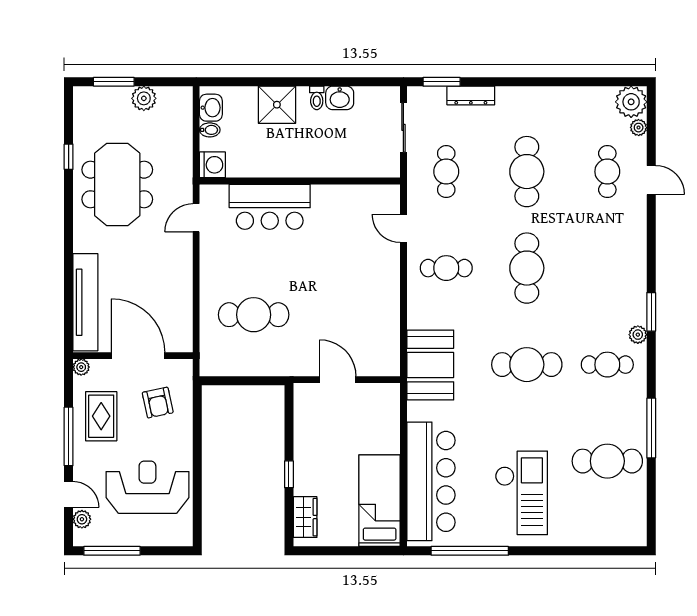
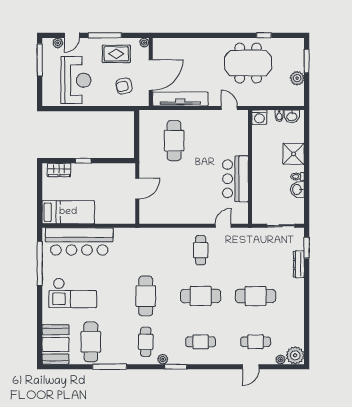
cafe table: (446, 172) -> (201, 342), moved
bar counter: (270, 207) -> (235, 179), moved
tv unit: (85, 302) -> (180, 99), moved, turned 180
booth: (430, 365) -> (56, 344), moved, turned 90

